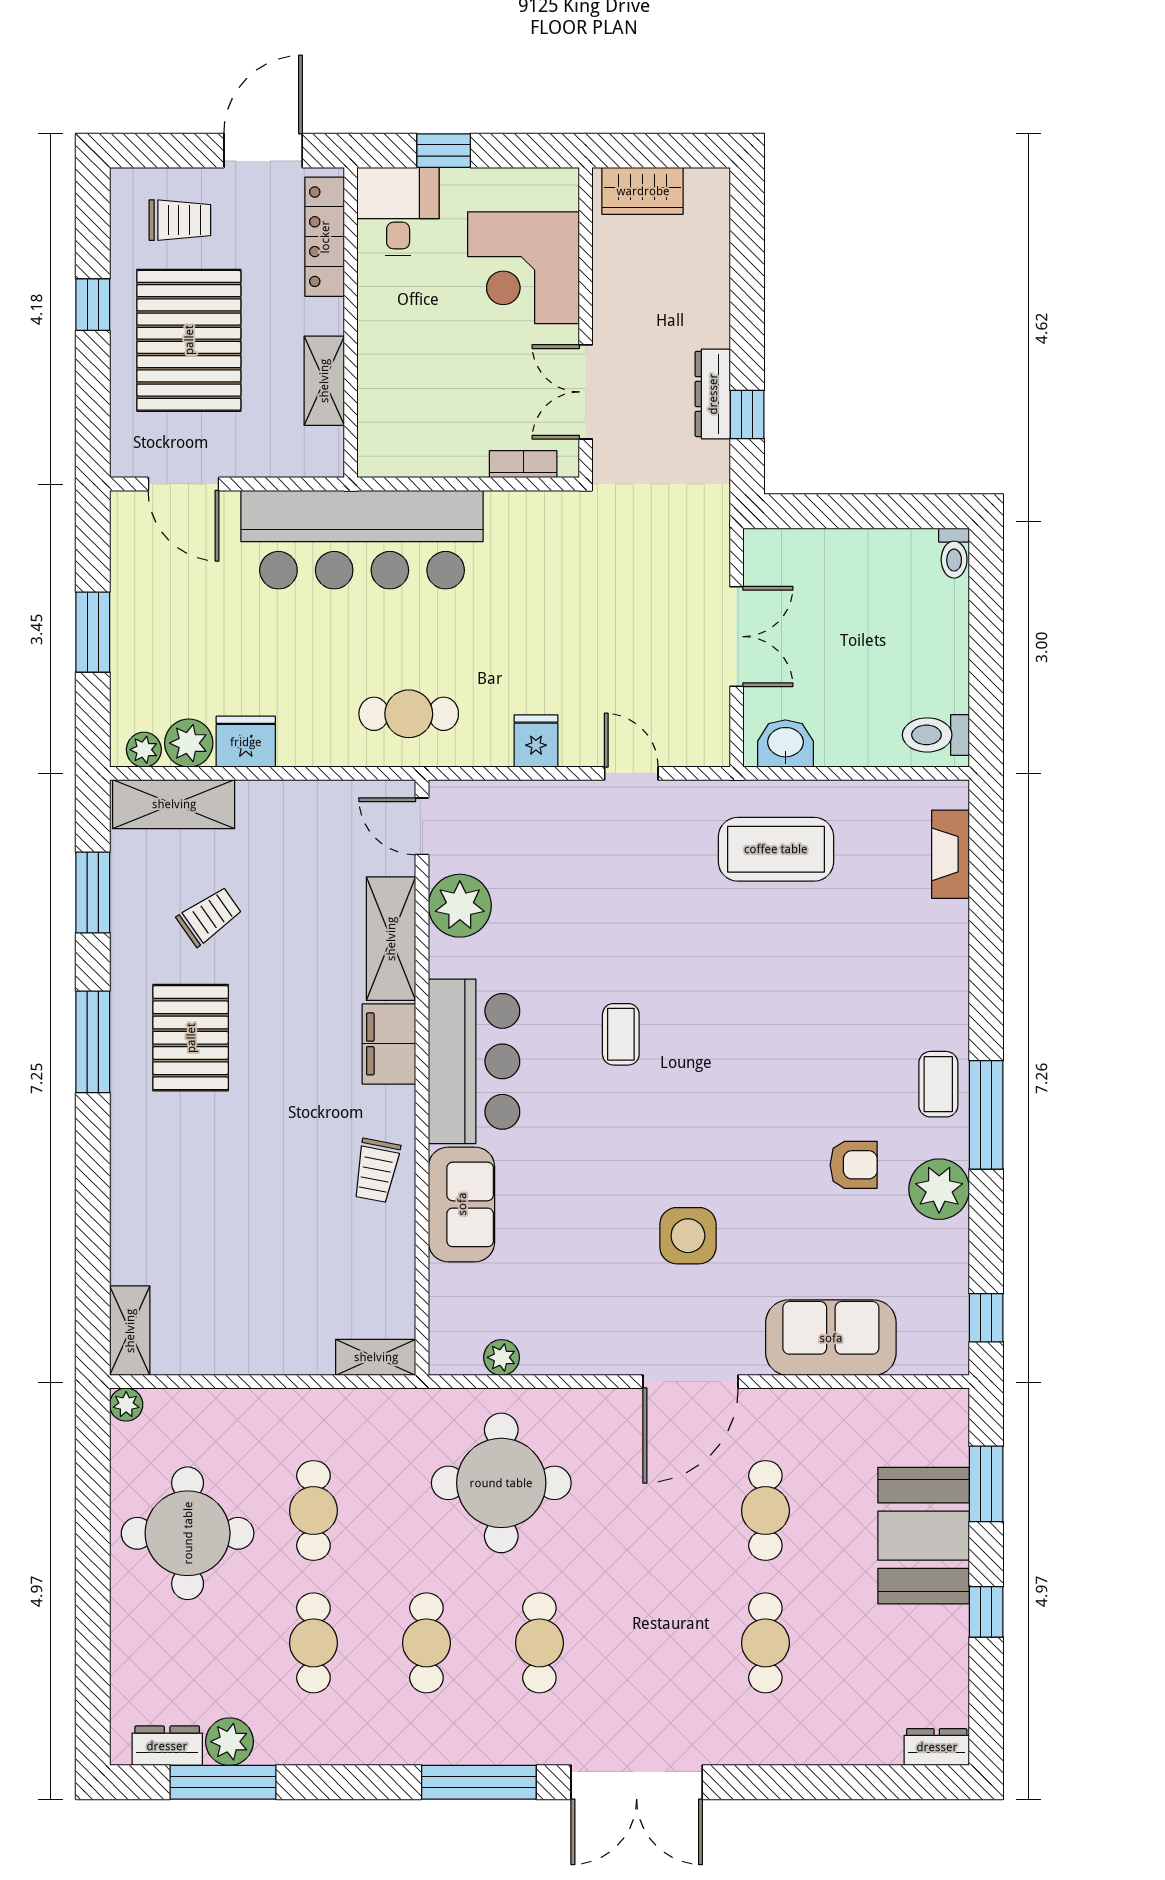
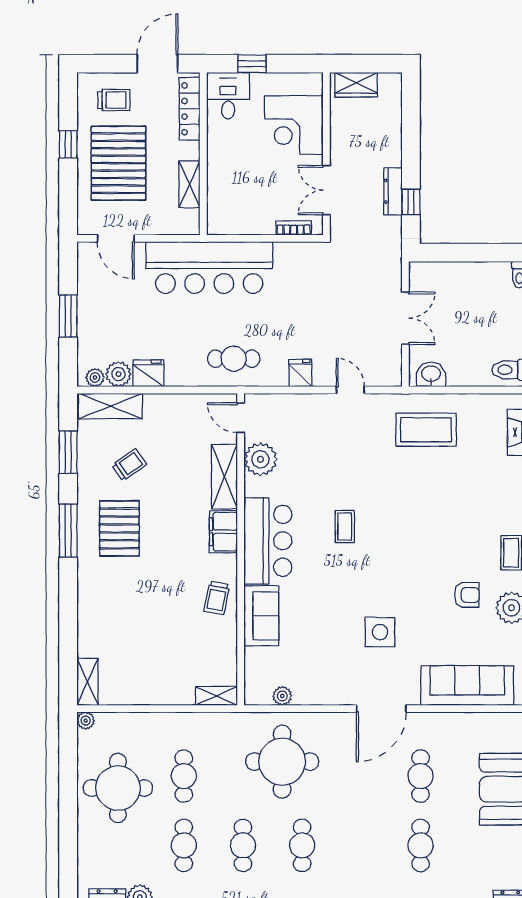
sofa: (831, 1338) -> (467, 686), width x1.36

